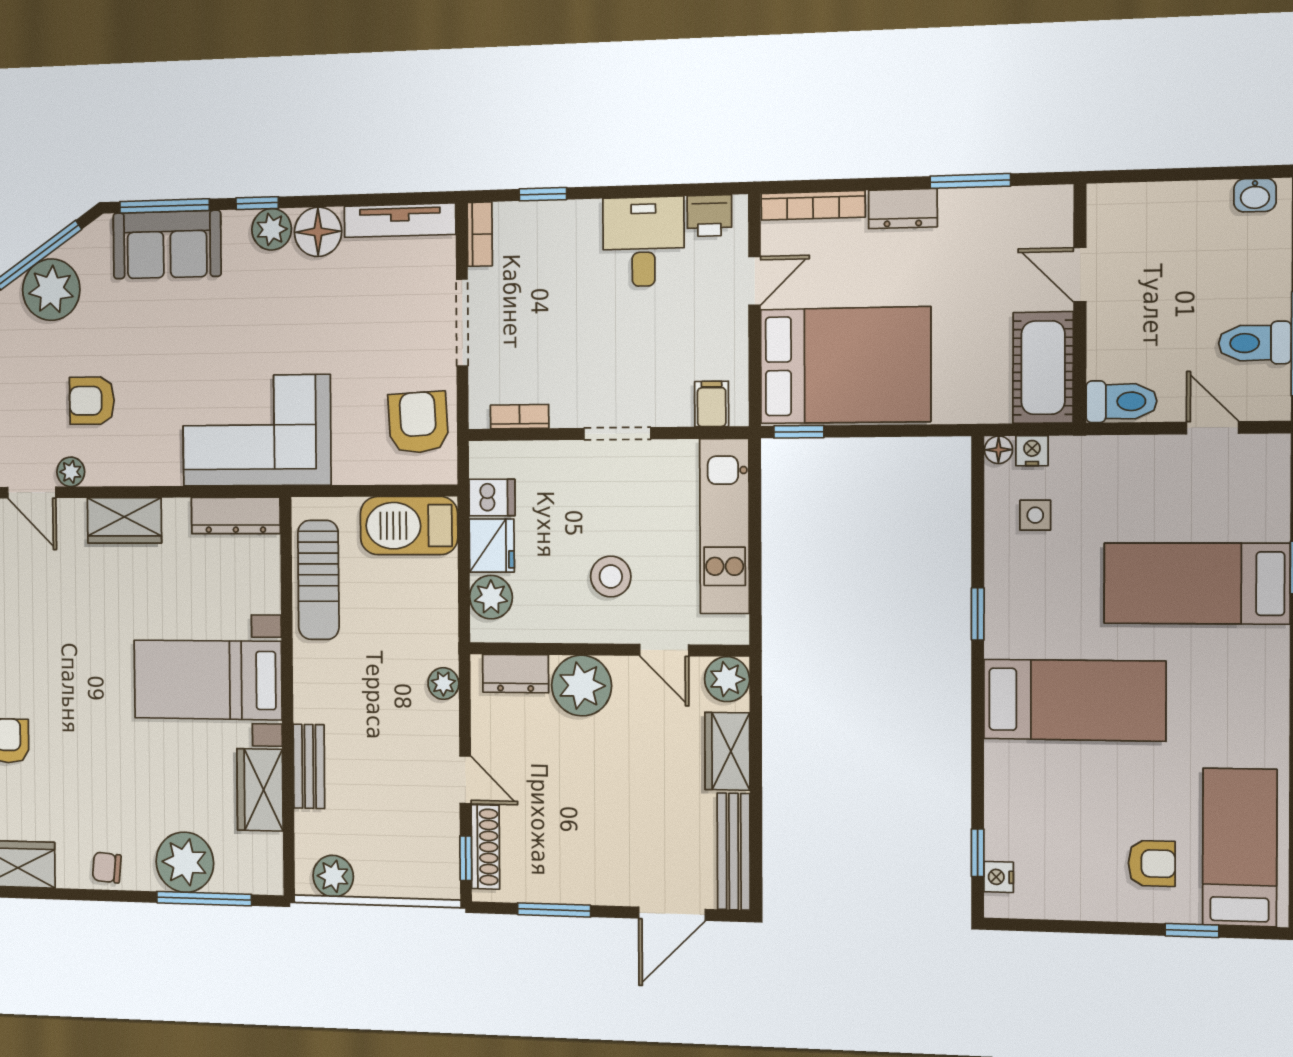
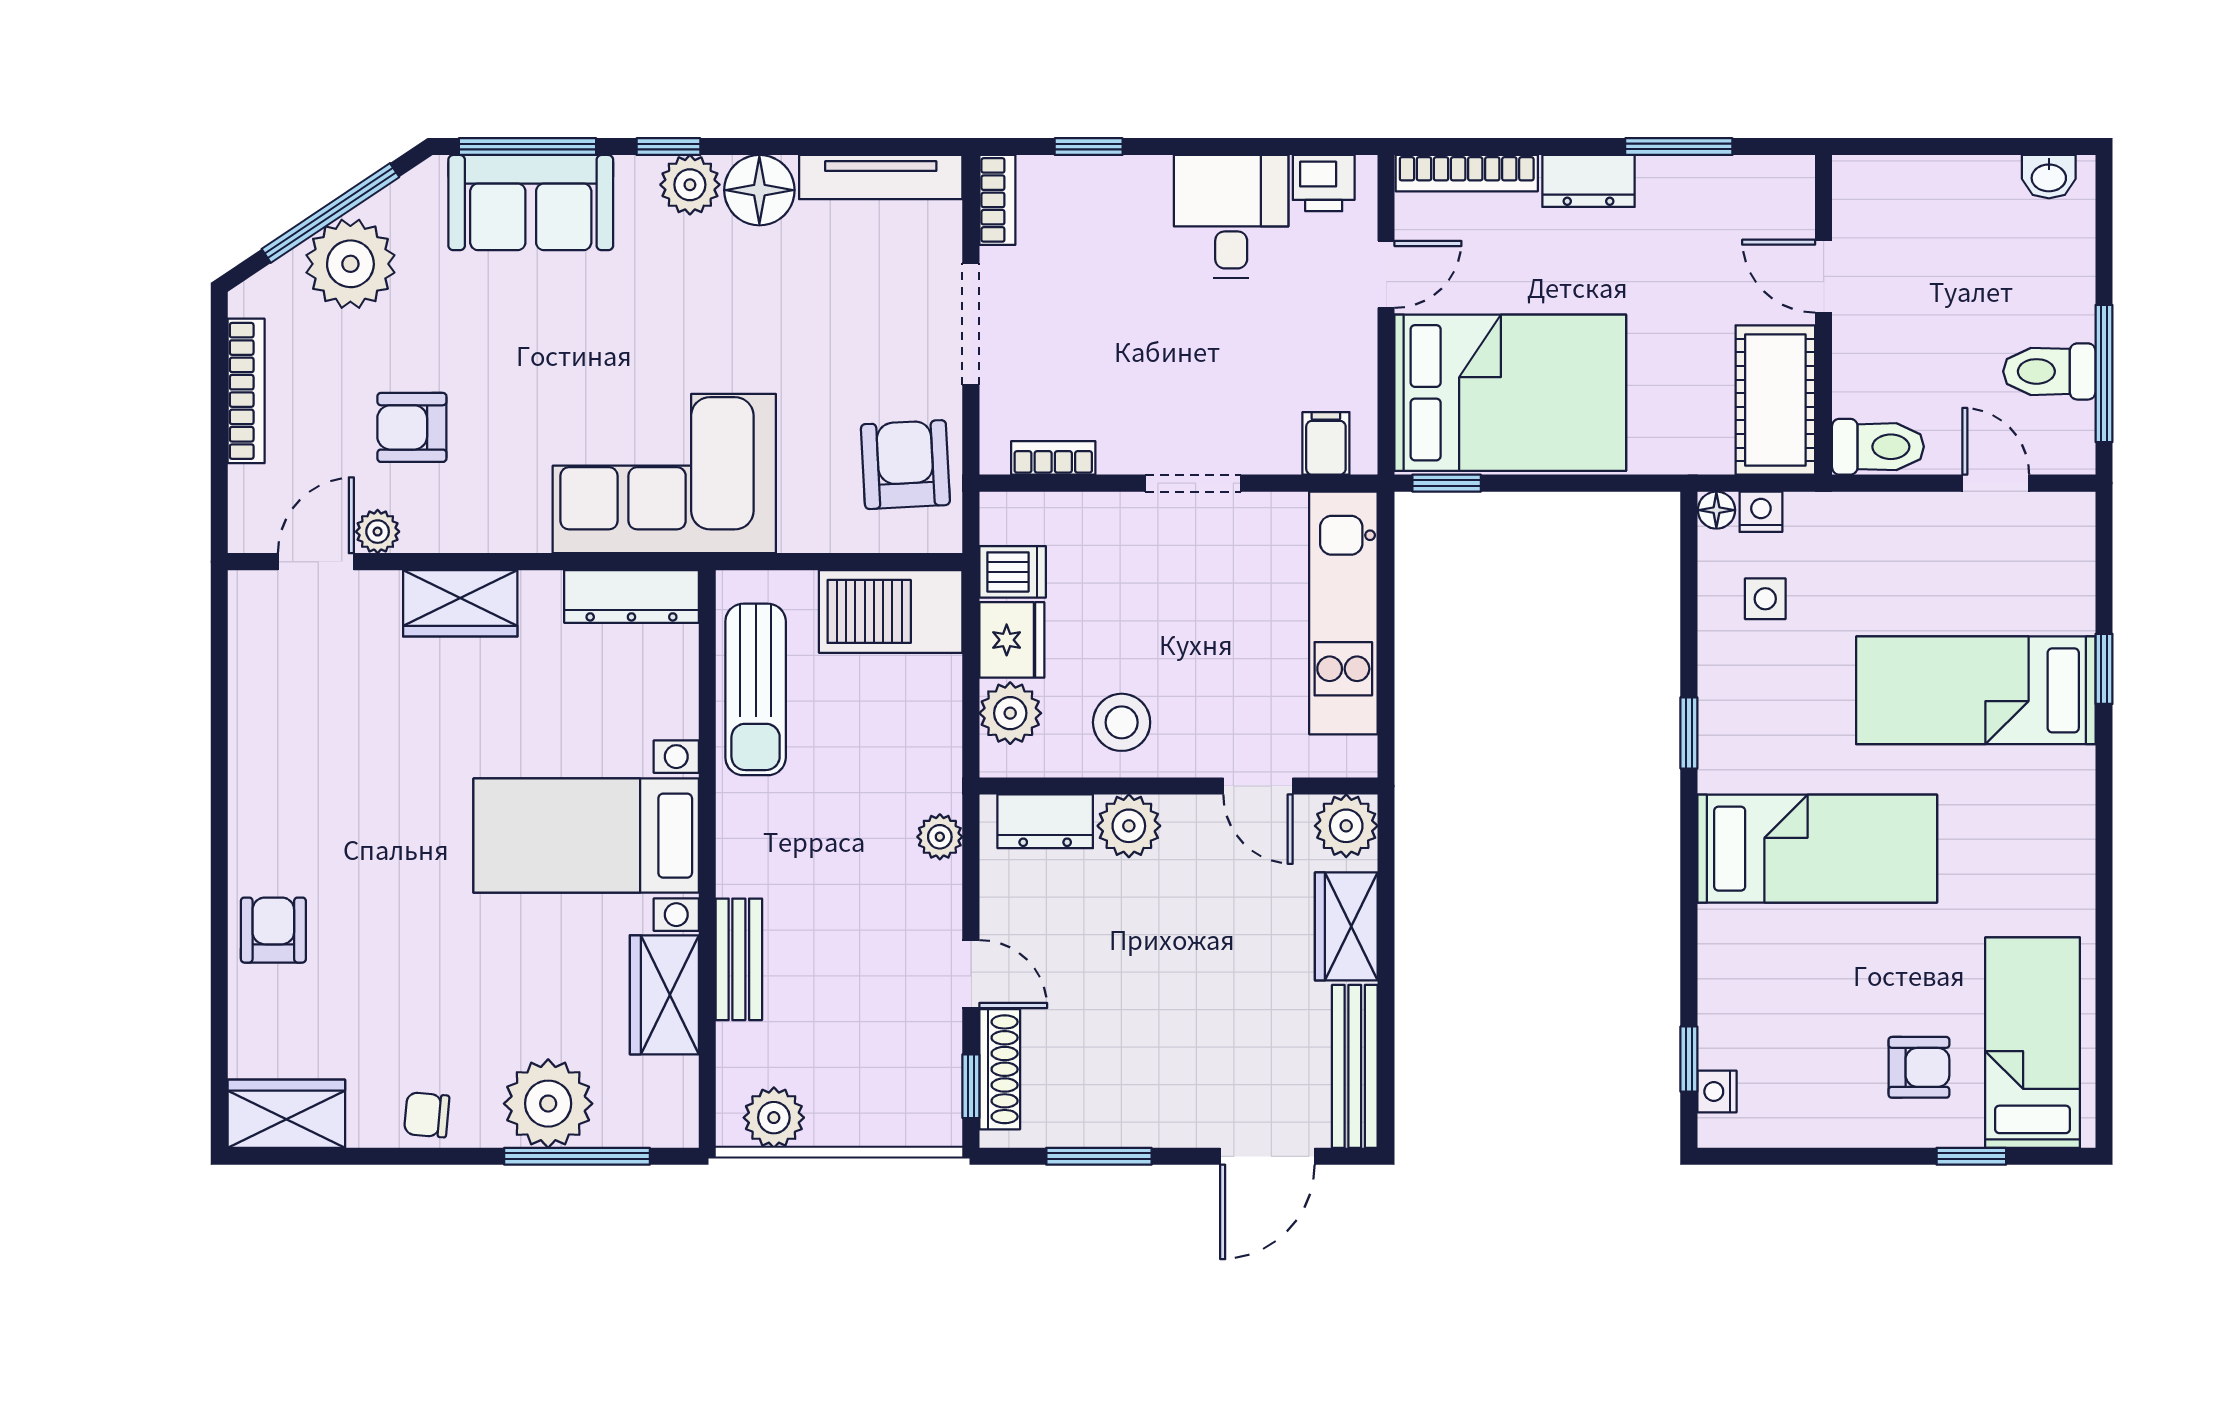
door: (32, 493) -> (316, 562), swing flipped
stool: (611, 576) -> (1122, 722), moved
plant: (582, 686) -> (1129, 826), width x0.73, depth x0.73

